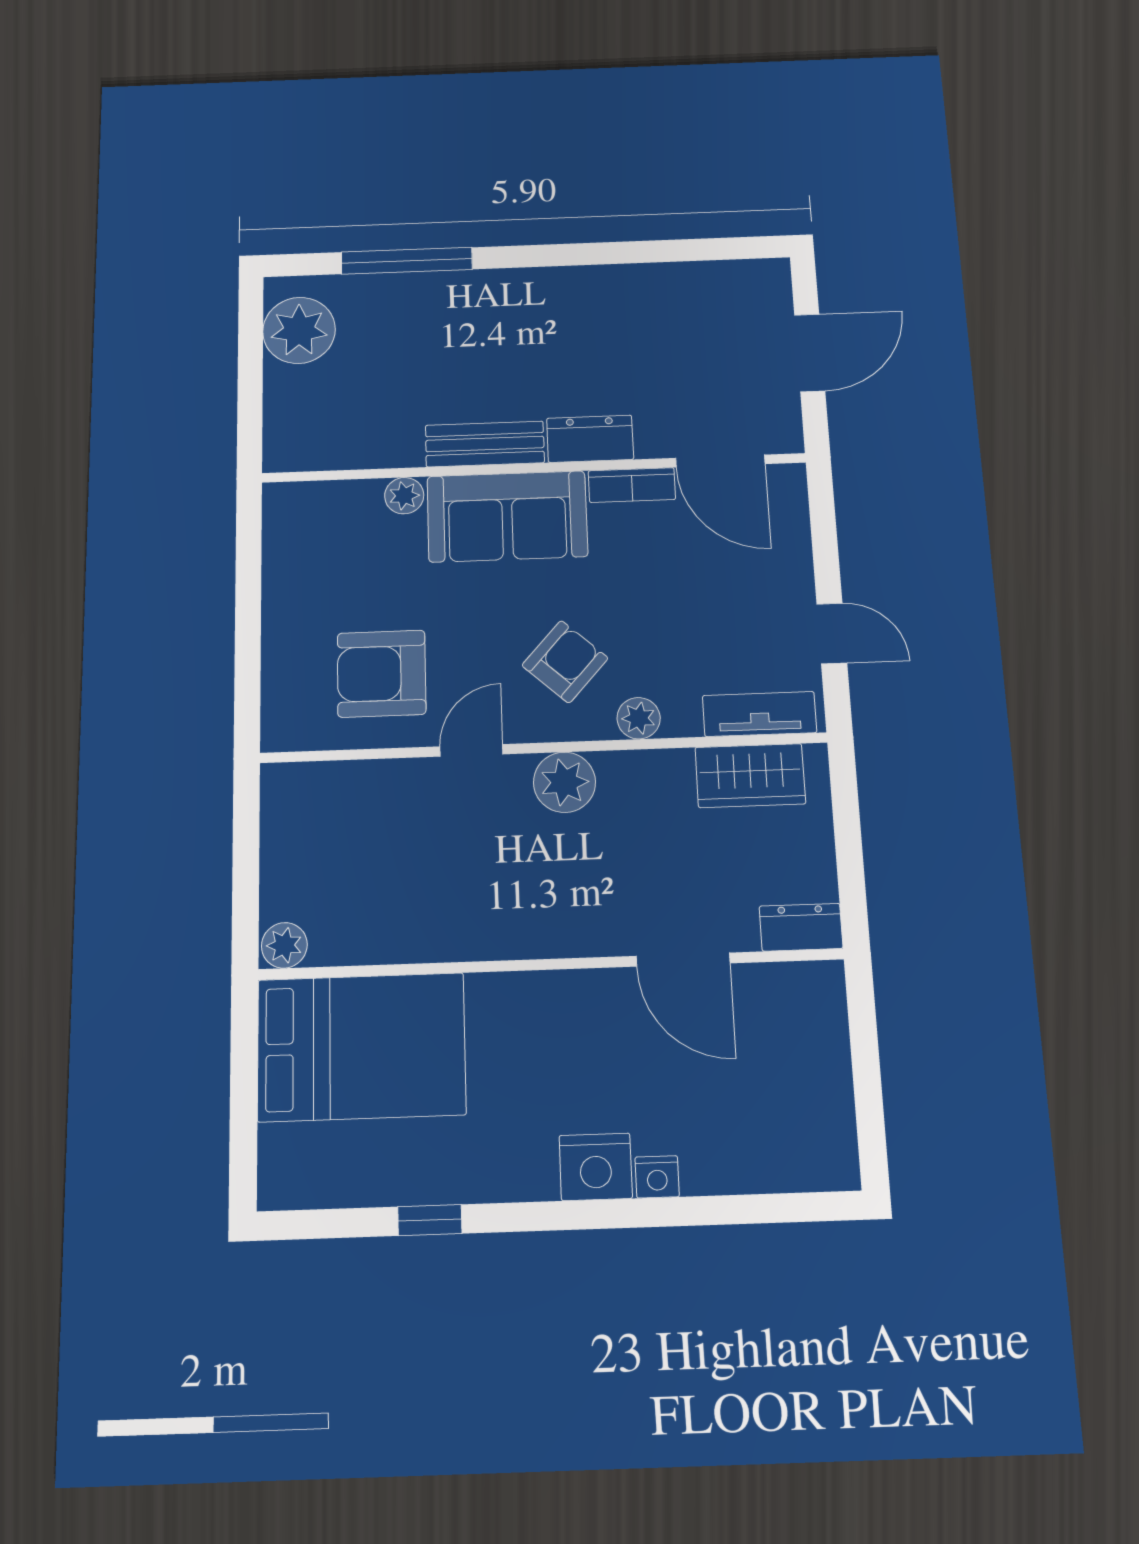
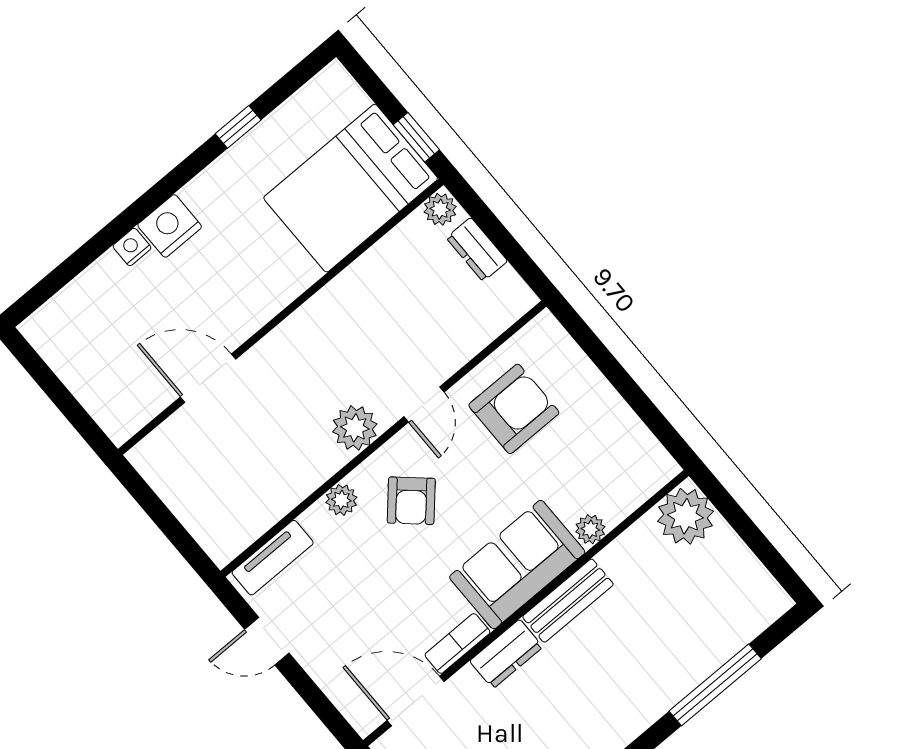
plant: (299, 330) -> (685, 516), moved
wardrobe: (750, 776) -> (250, 516), removed
dresser: (801, 927) -> (477, 249), moved, turned 90
window: (244, 1046) -> (416, 137), added

